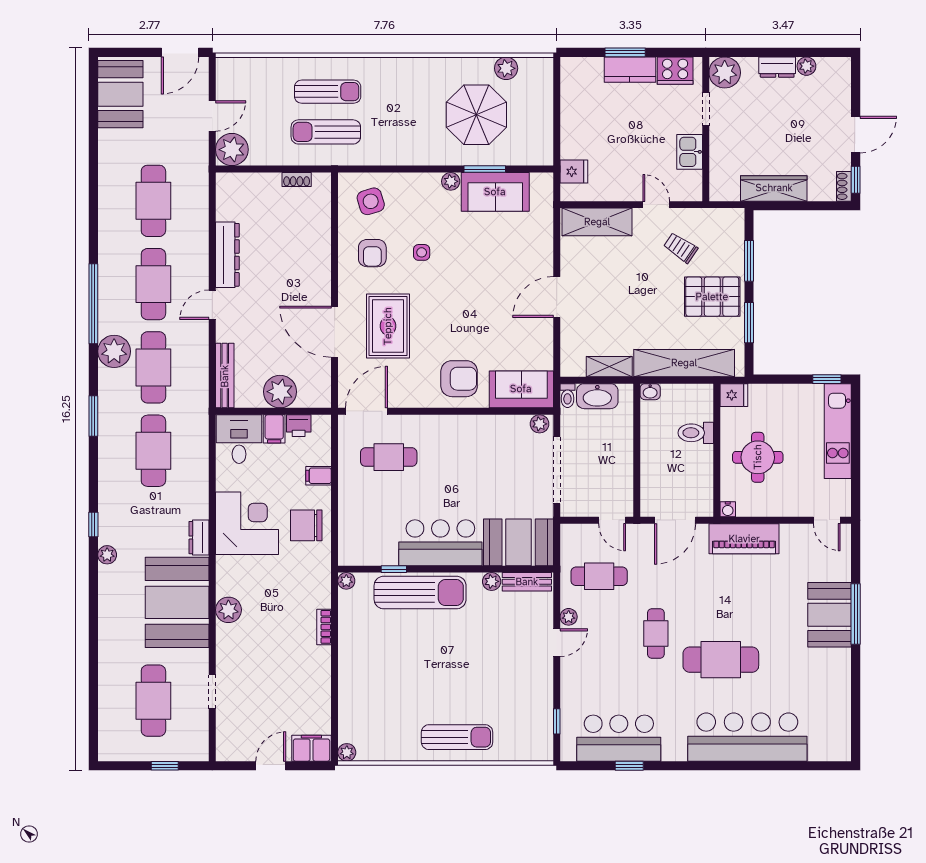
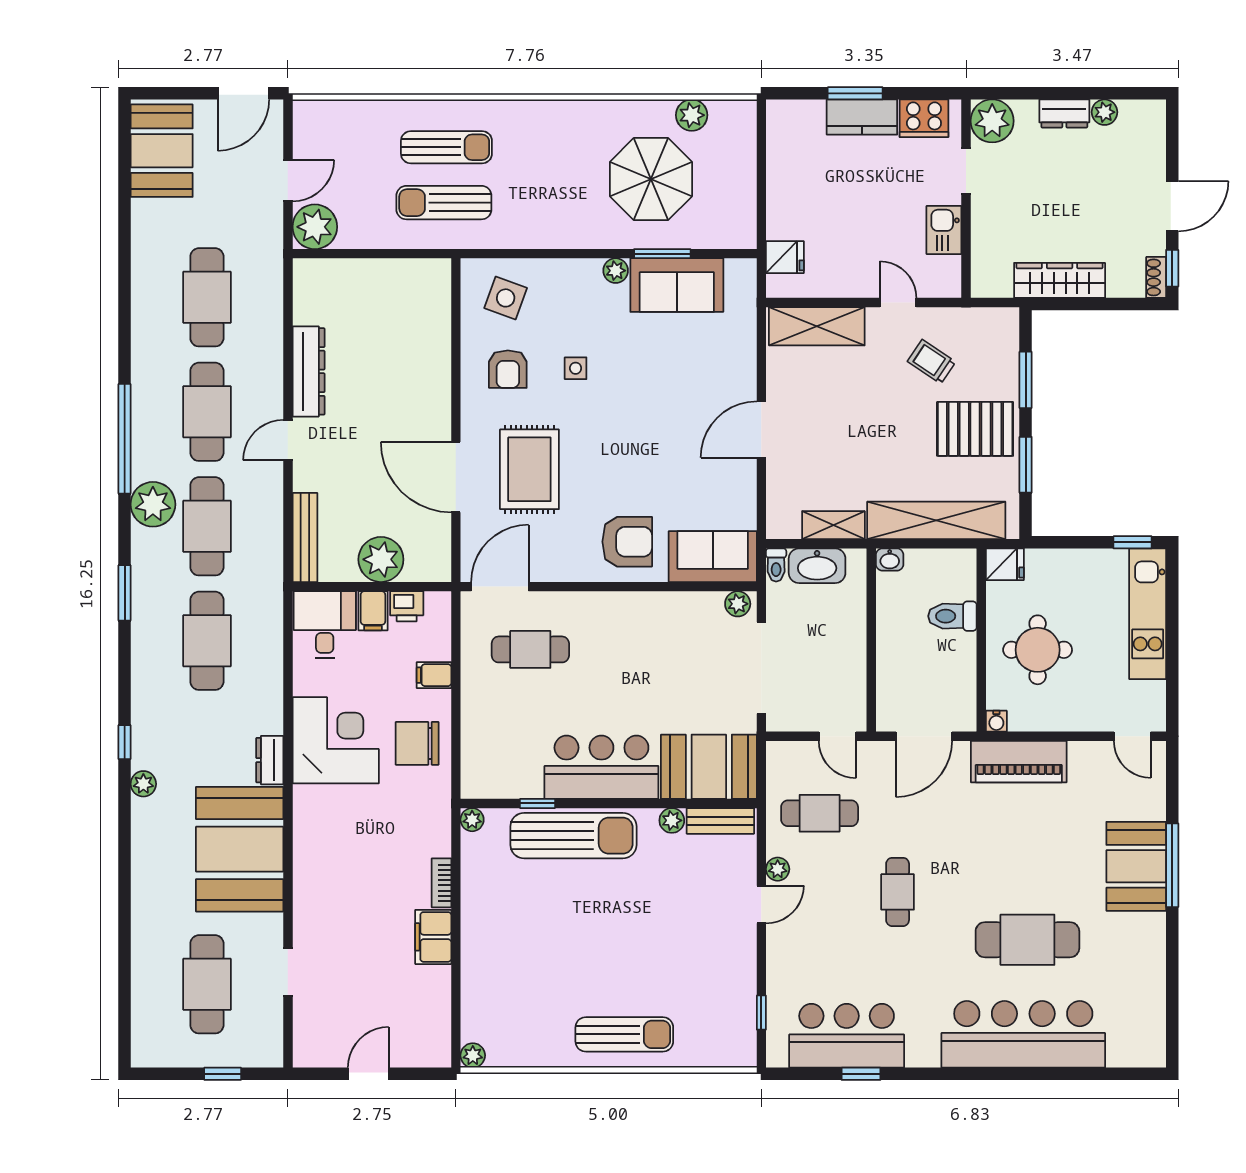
shoe rack: (297, 179) -> (404, 268), removed
side table: (371, 201) -> (506, 298), turned 37
plant: (228, 610) -> (310, 860), removed
cafe table: (721, 660) -> (1027, 940), moved
filing cabinet: (311, 748) -> (433, 937), moved, turned -90

